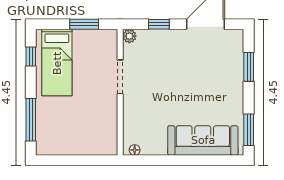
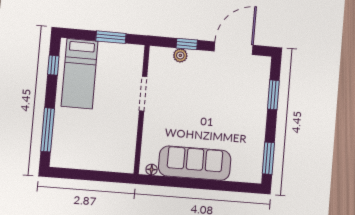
plant: (129, 36) -> (180, 55), moved
sofa: (203, 140) -> (195, 163), moved

